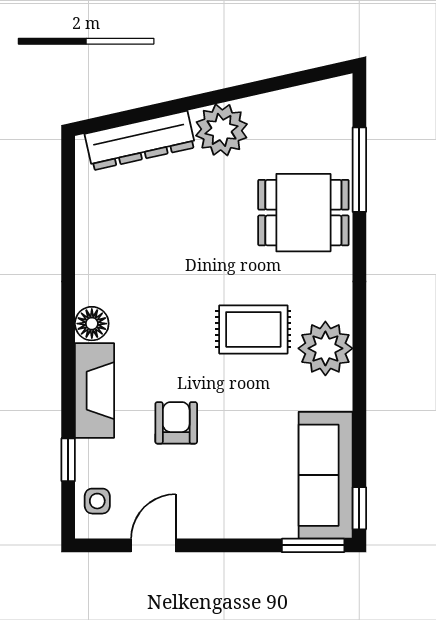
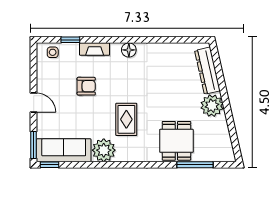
plant: (325, 348) -> (104, 150), moved
fireplace: (95, 391) -> (95, 49), width x0.73, depth x0.76
door: (153, 545) -> (34, 103), moved

